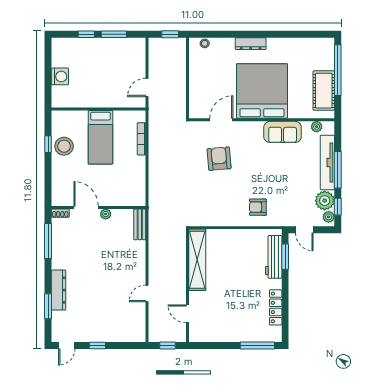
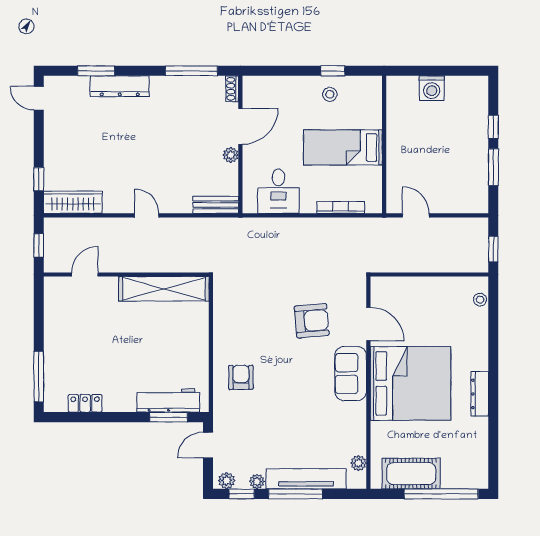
dresser: (251, 44) -> (480, 394), moved
sofa: (283, 132) -> (351, 374), moved
stool: (64, 146) -> (330, 94), width x0.53, depth x0.53
desk: (130, 181) -> (279, 191), added
plant: (325, 201) -> (257, 482), width x0.53, depth x0.53
door: (147, 293) -> (147, 215), moved
locker: (276, 307) -> (85, 403), width x0.66
wardrobe: (138, 322) -> (73, 202), added
window: (97, 346) -> (39, 179), moved

